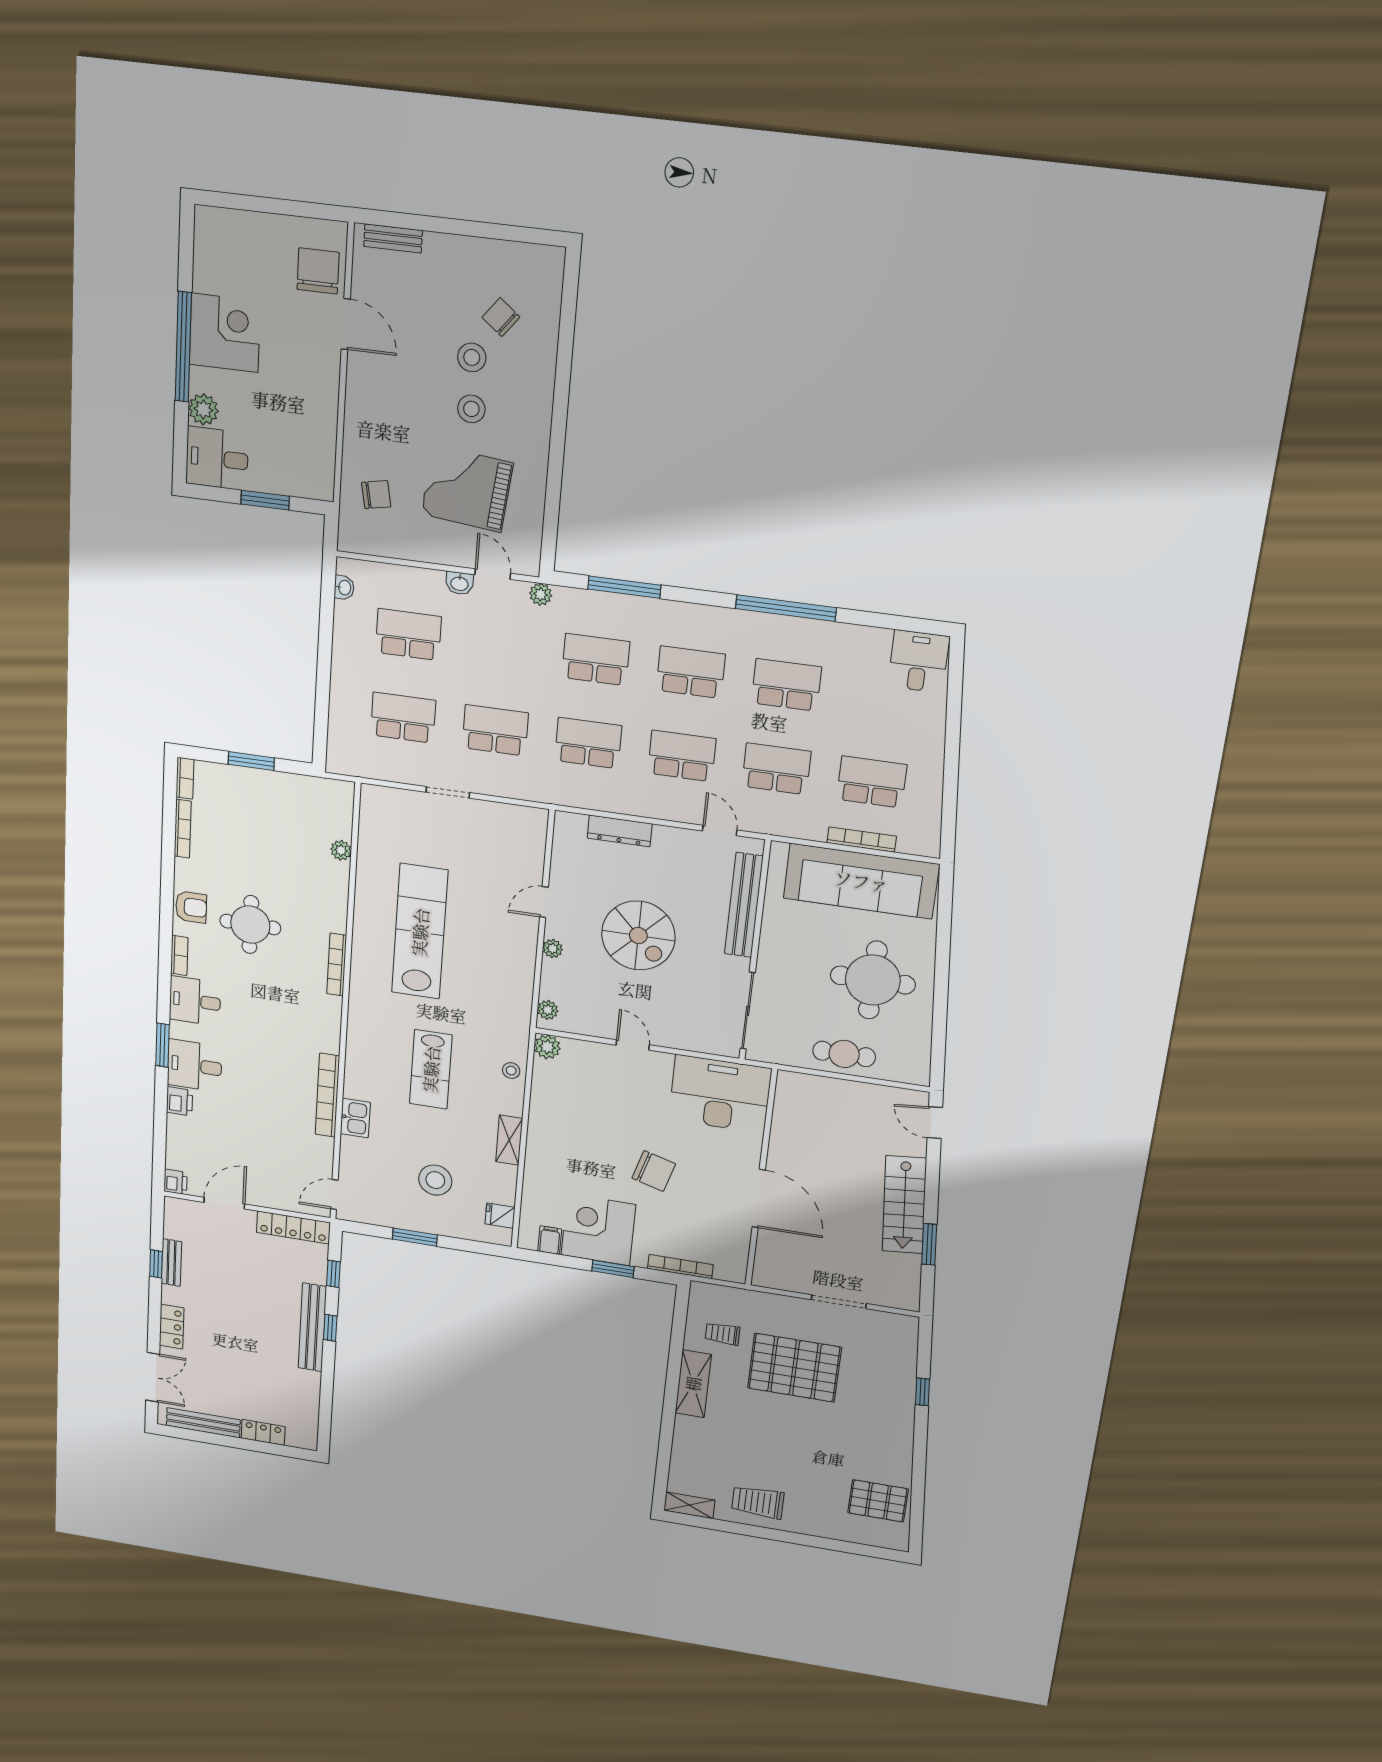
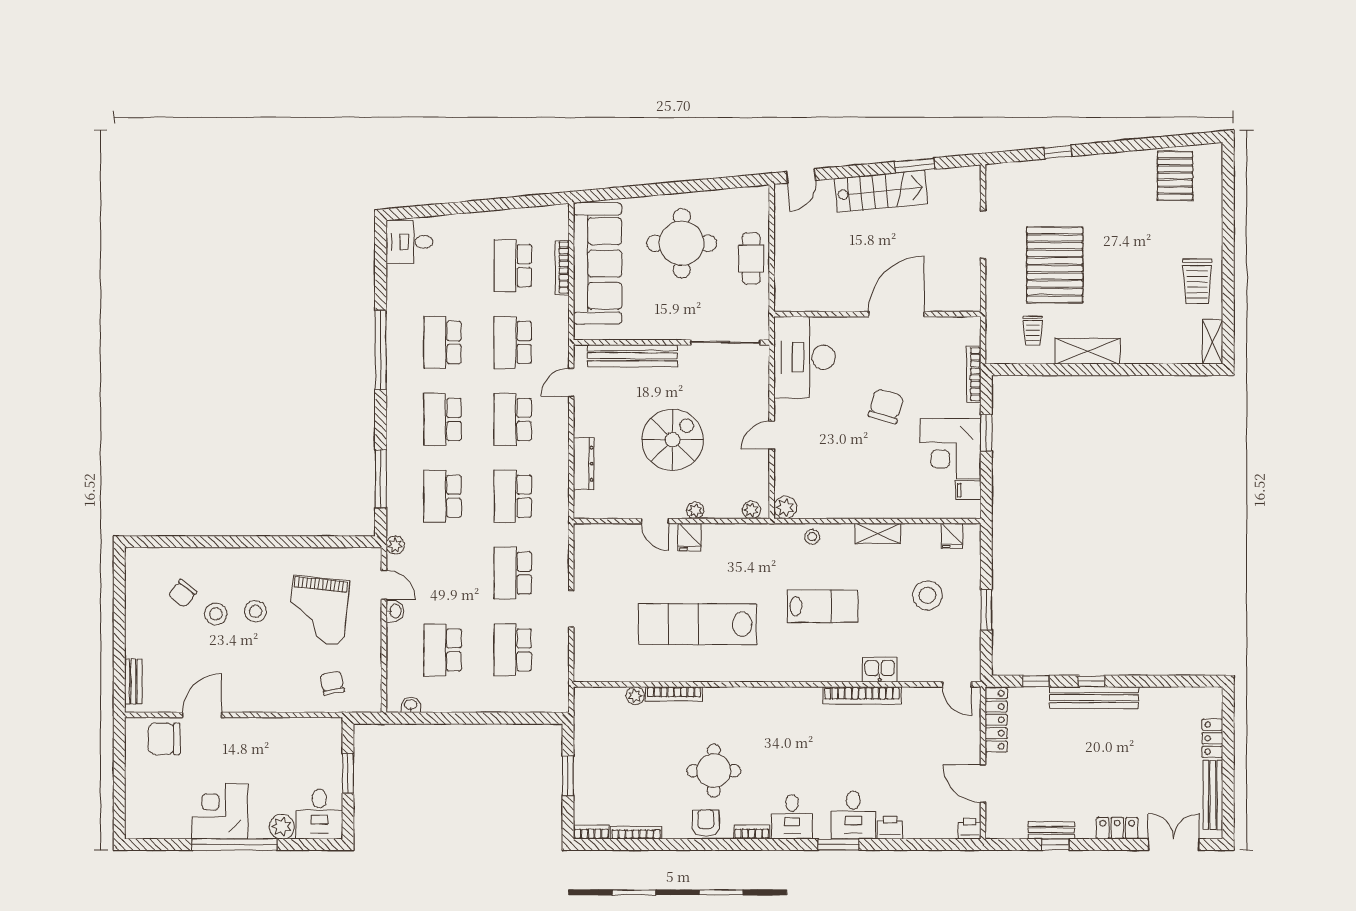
door: (493, 574) -> (384, 585), swing flipped
fridge: (522, 938) -> (690, 537), added
bookcase: (337, 965) -> (674, 694), moved

